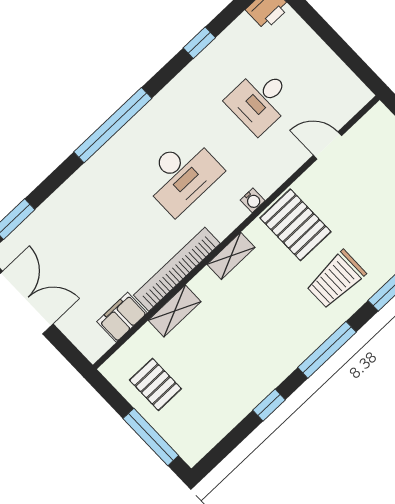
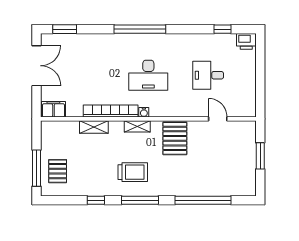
window: (199, 43) -> (223, 29), moved
water cooler: (253, 200) -> (144, 112), moved
trolley: (336, 279) -> (133, 172), moved, turned 180
filing cabinet: (122, 317) -> (53, 109), moved
pallet: (155, 384) -> (58, 171), moved

